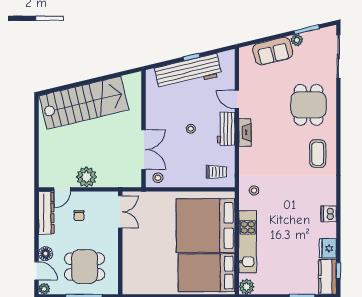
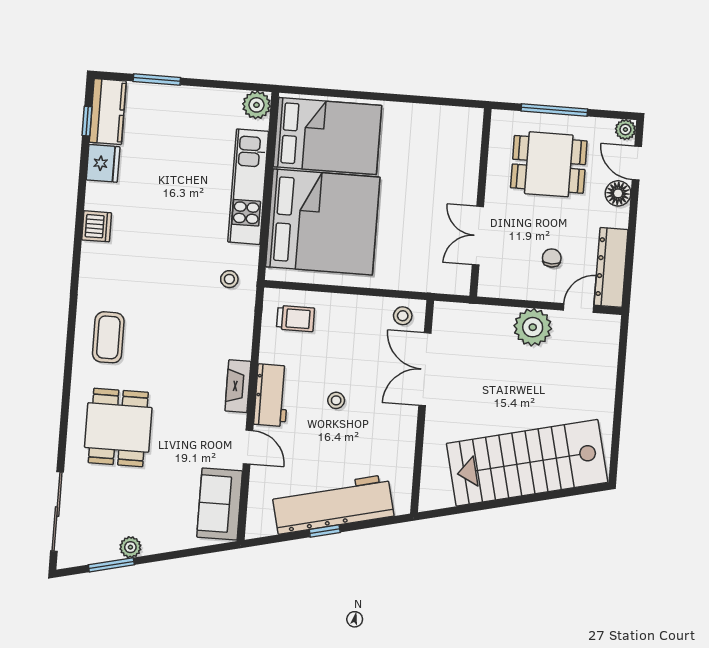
sofa: (273, 51) -> (220, 504), moved, turned -77
trolley: (216, 172) -> (296, 318), turned 180
double door: (120, 212) -> (478, 236), moved

